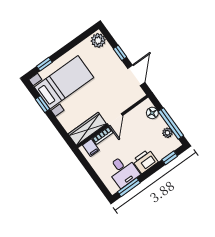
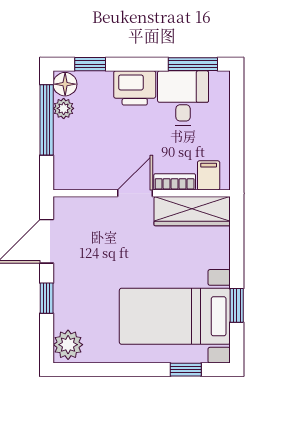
floor lamp: (152, 113) -> (65, 84), moved

